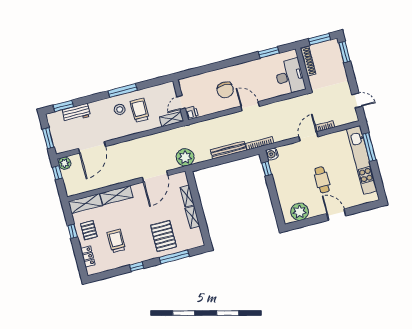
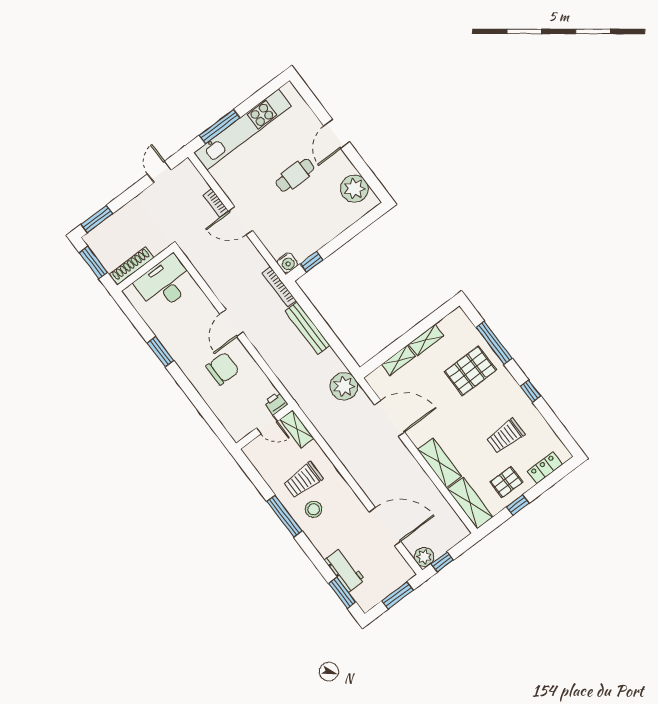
window: (269, 52) -> (160, 352), moved

